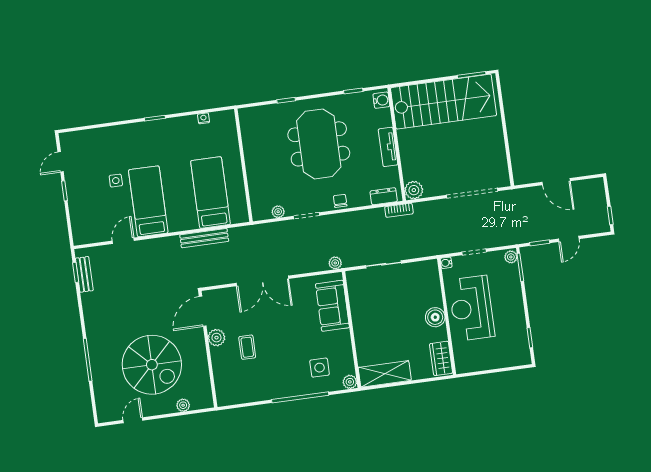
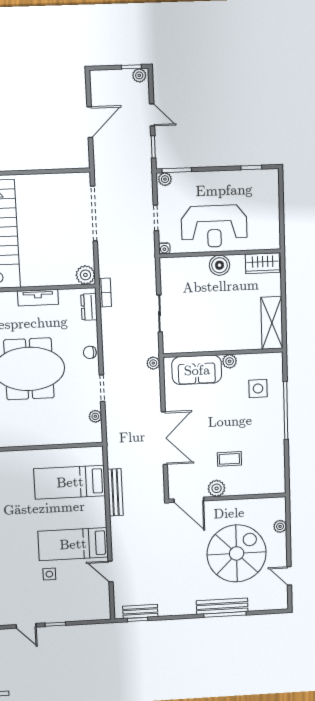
plant: (603, 224) -> (139, 75), added
bench: (96, 356) -> (222, 606), added
plant: (350, 382) -> (230, 361), moved

